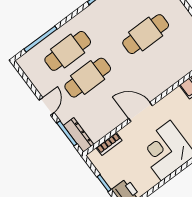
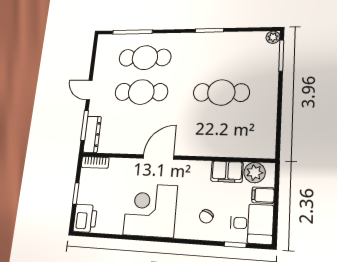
door: (47, 106) -> (89, 90), swing flipped
door: (140, 112) -> (159, 157), hinge flipped
bookcase: (109, 144) -> (95, 162), moved

